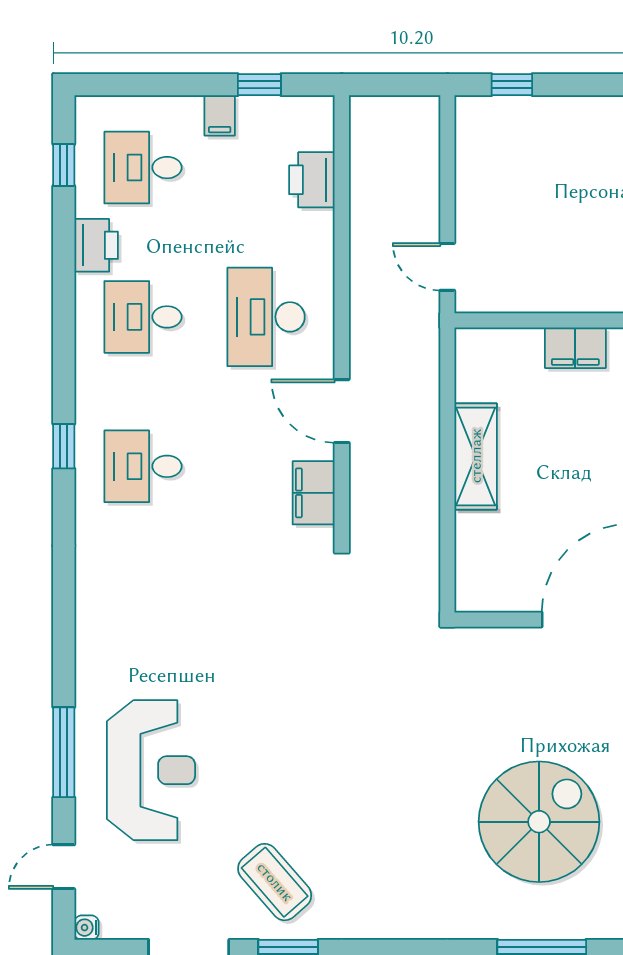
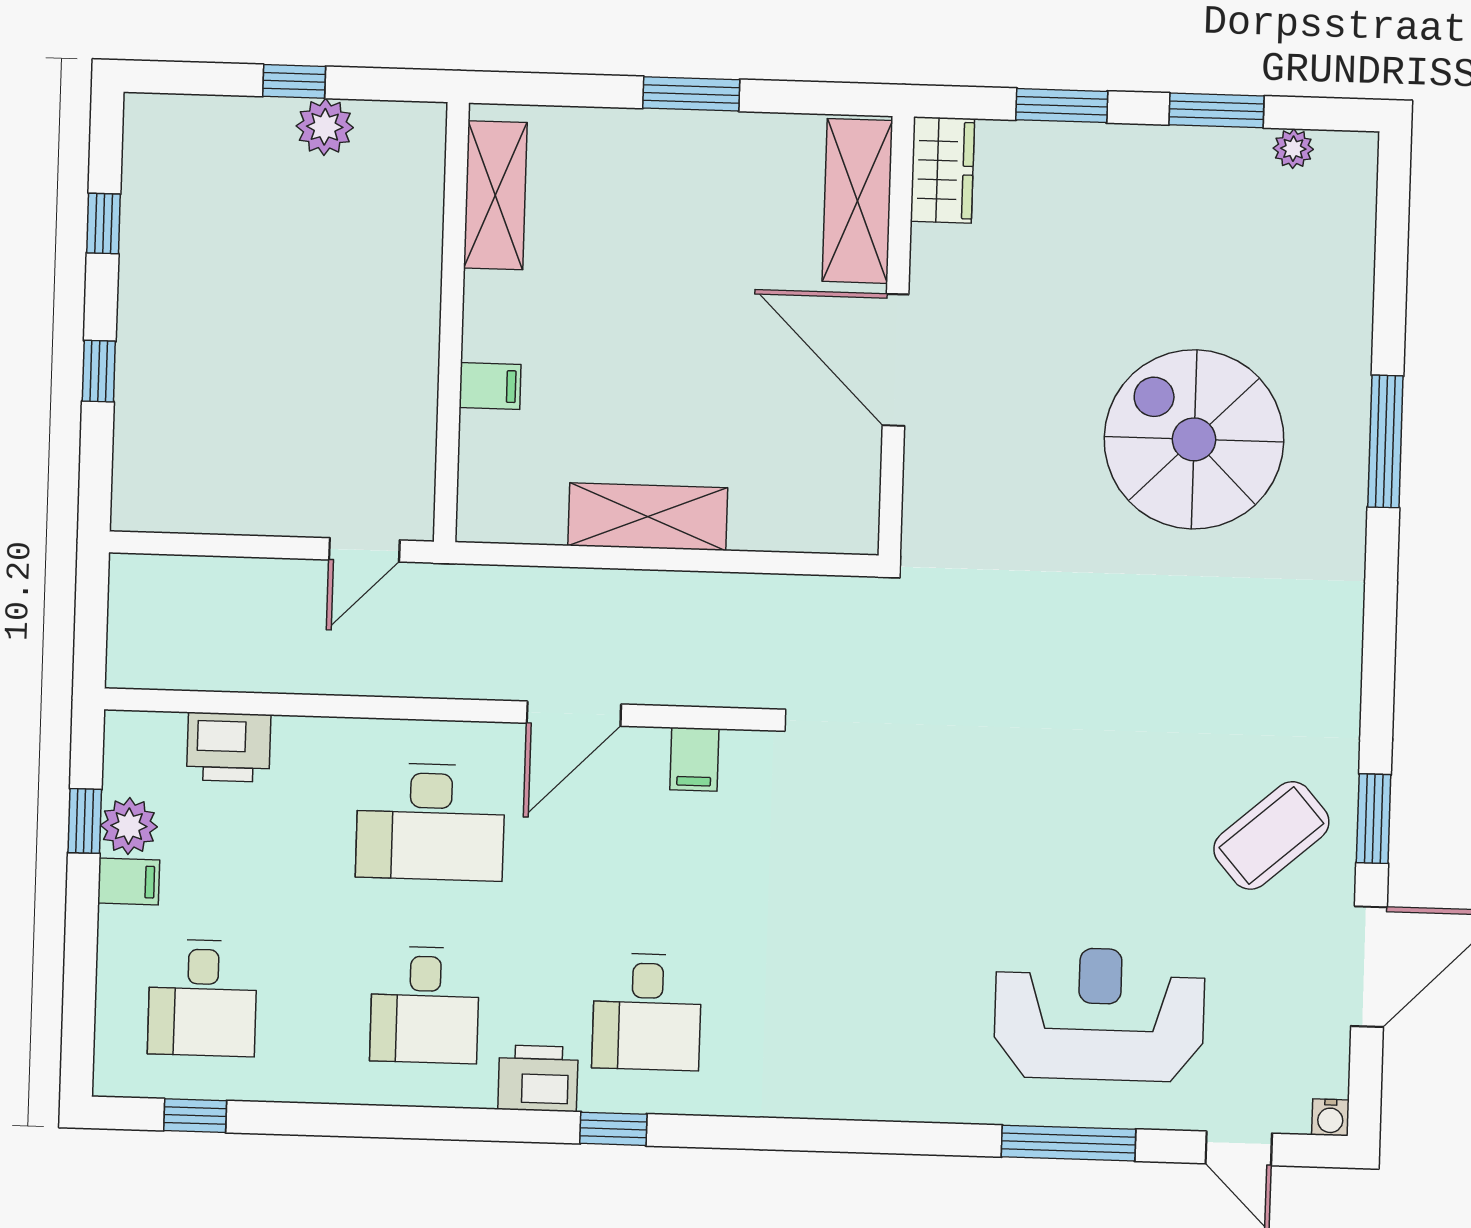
window: (512, 85) -> (99, 371), moved
plant: (257, 114) -> (129, 826), added
printer: (96, 245) -> (538, 1078), moved
filing cabinet: (575, 348) -> (490, 386), width x0.50
filing cabinet: (314, 493) -> (694, 759), width x0.50

